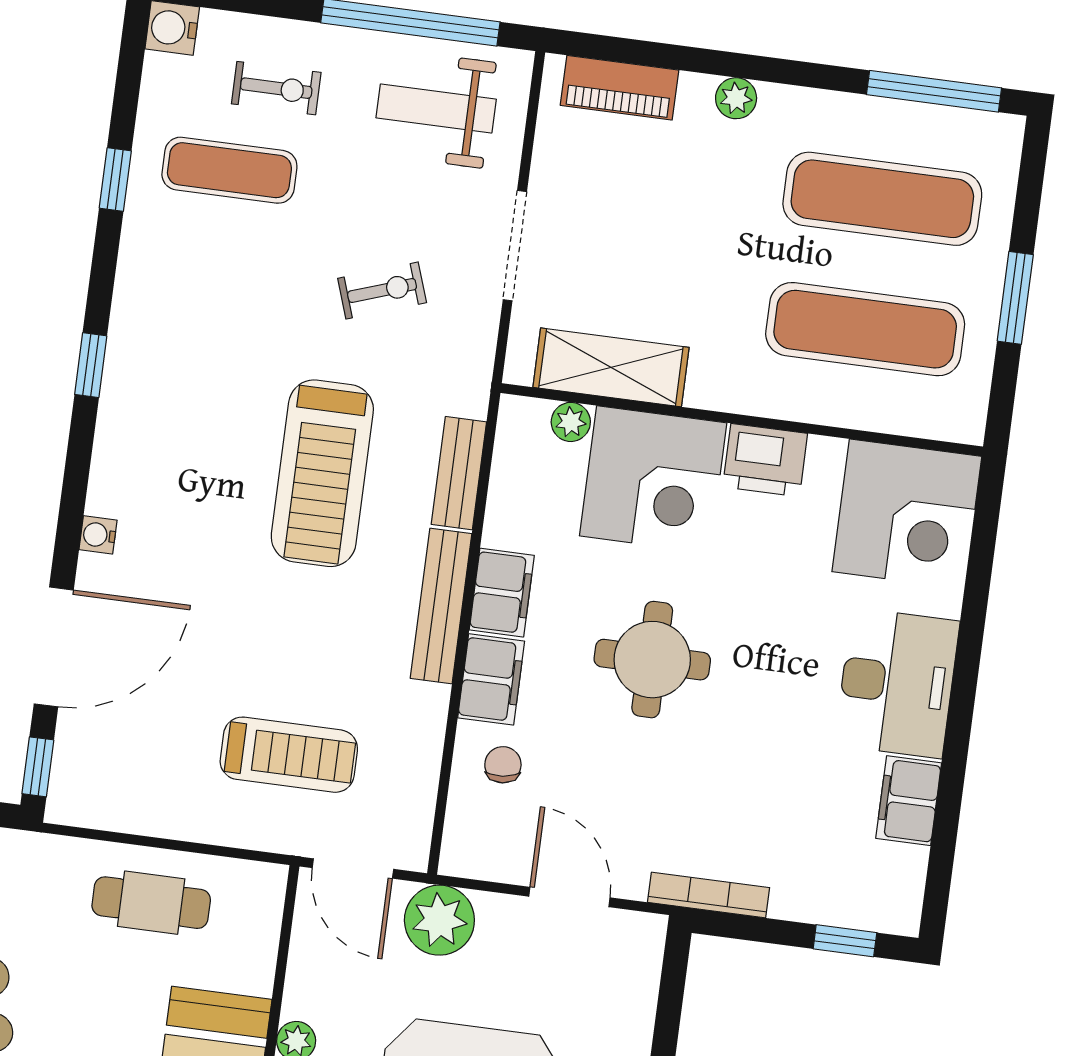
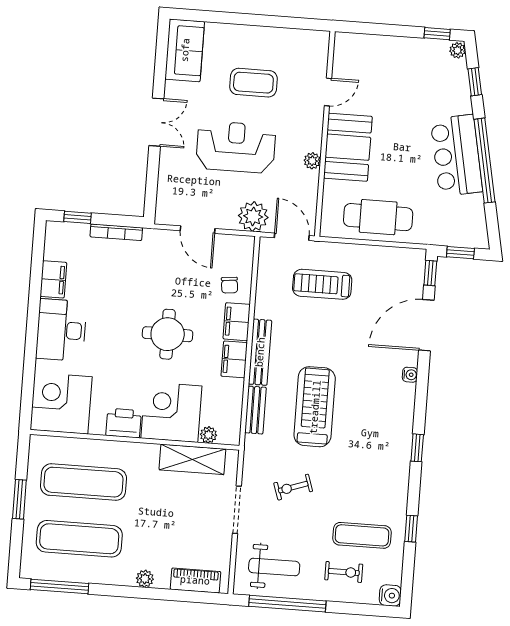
exercise bike: (276, 88) -> (344, 572), turned 180
bookcase: (709, 895) -> (116, 232), moved
cafe table: (151, 903) -> (378, 217), width x1.37, depth x1.35

